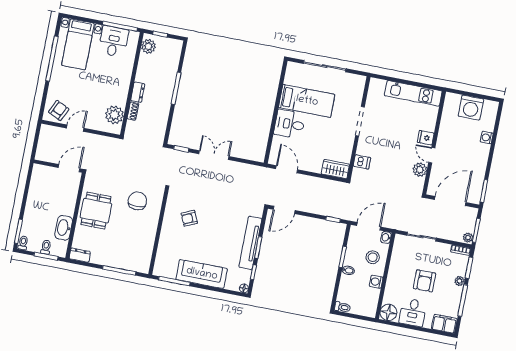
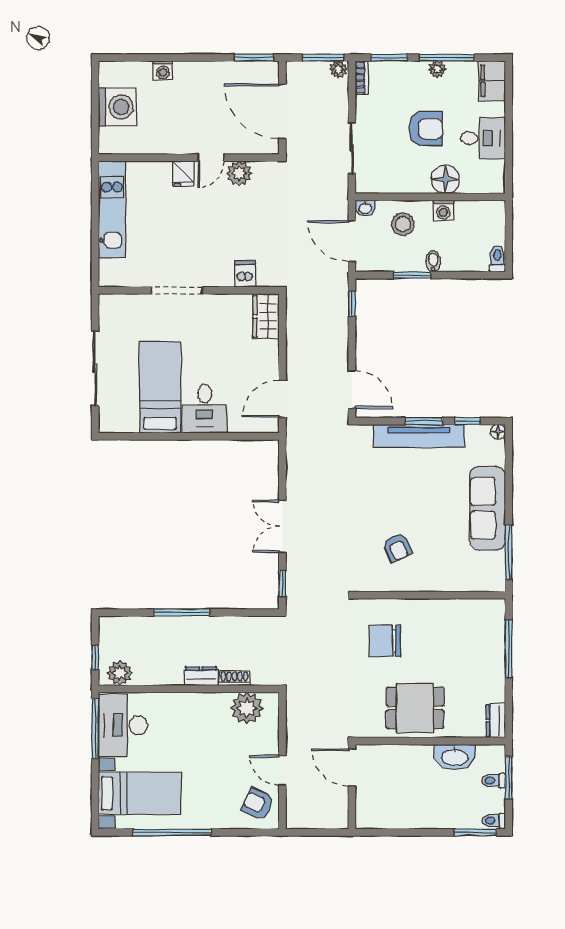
desk: (114, 42) -> (123, 725), width x1.37
plant: (460, 281) -> (437, 69), moved
floor lamp: (388, 312) -> (445, 179), moved

